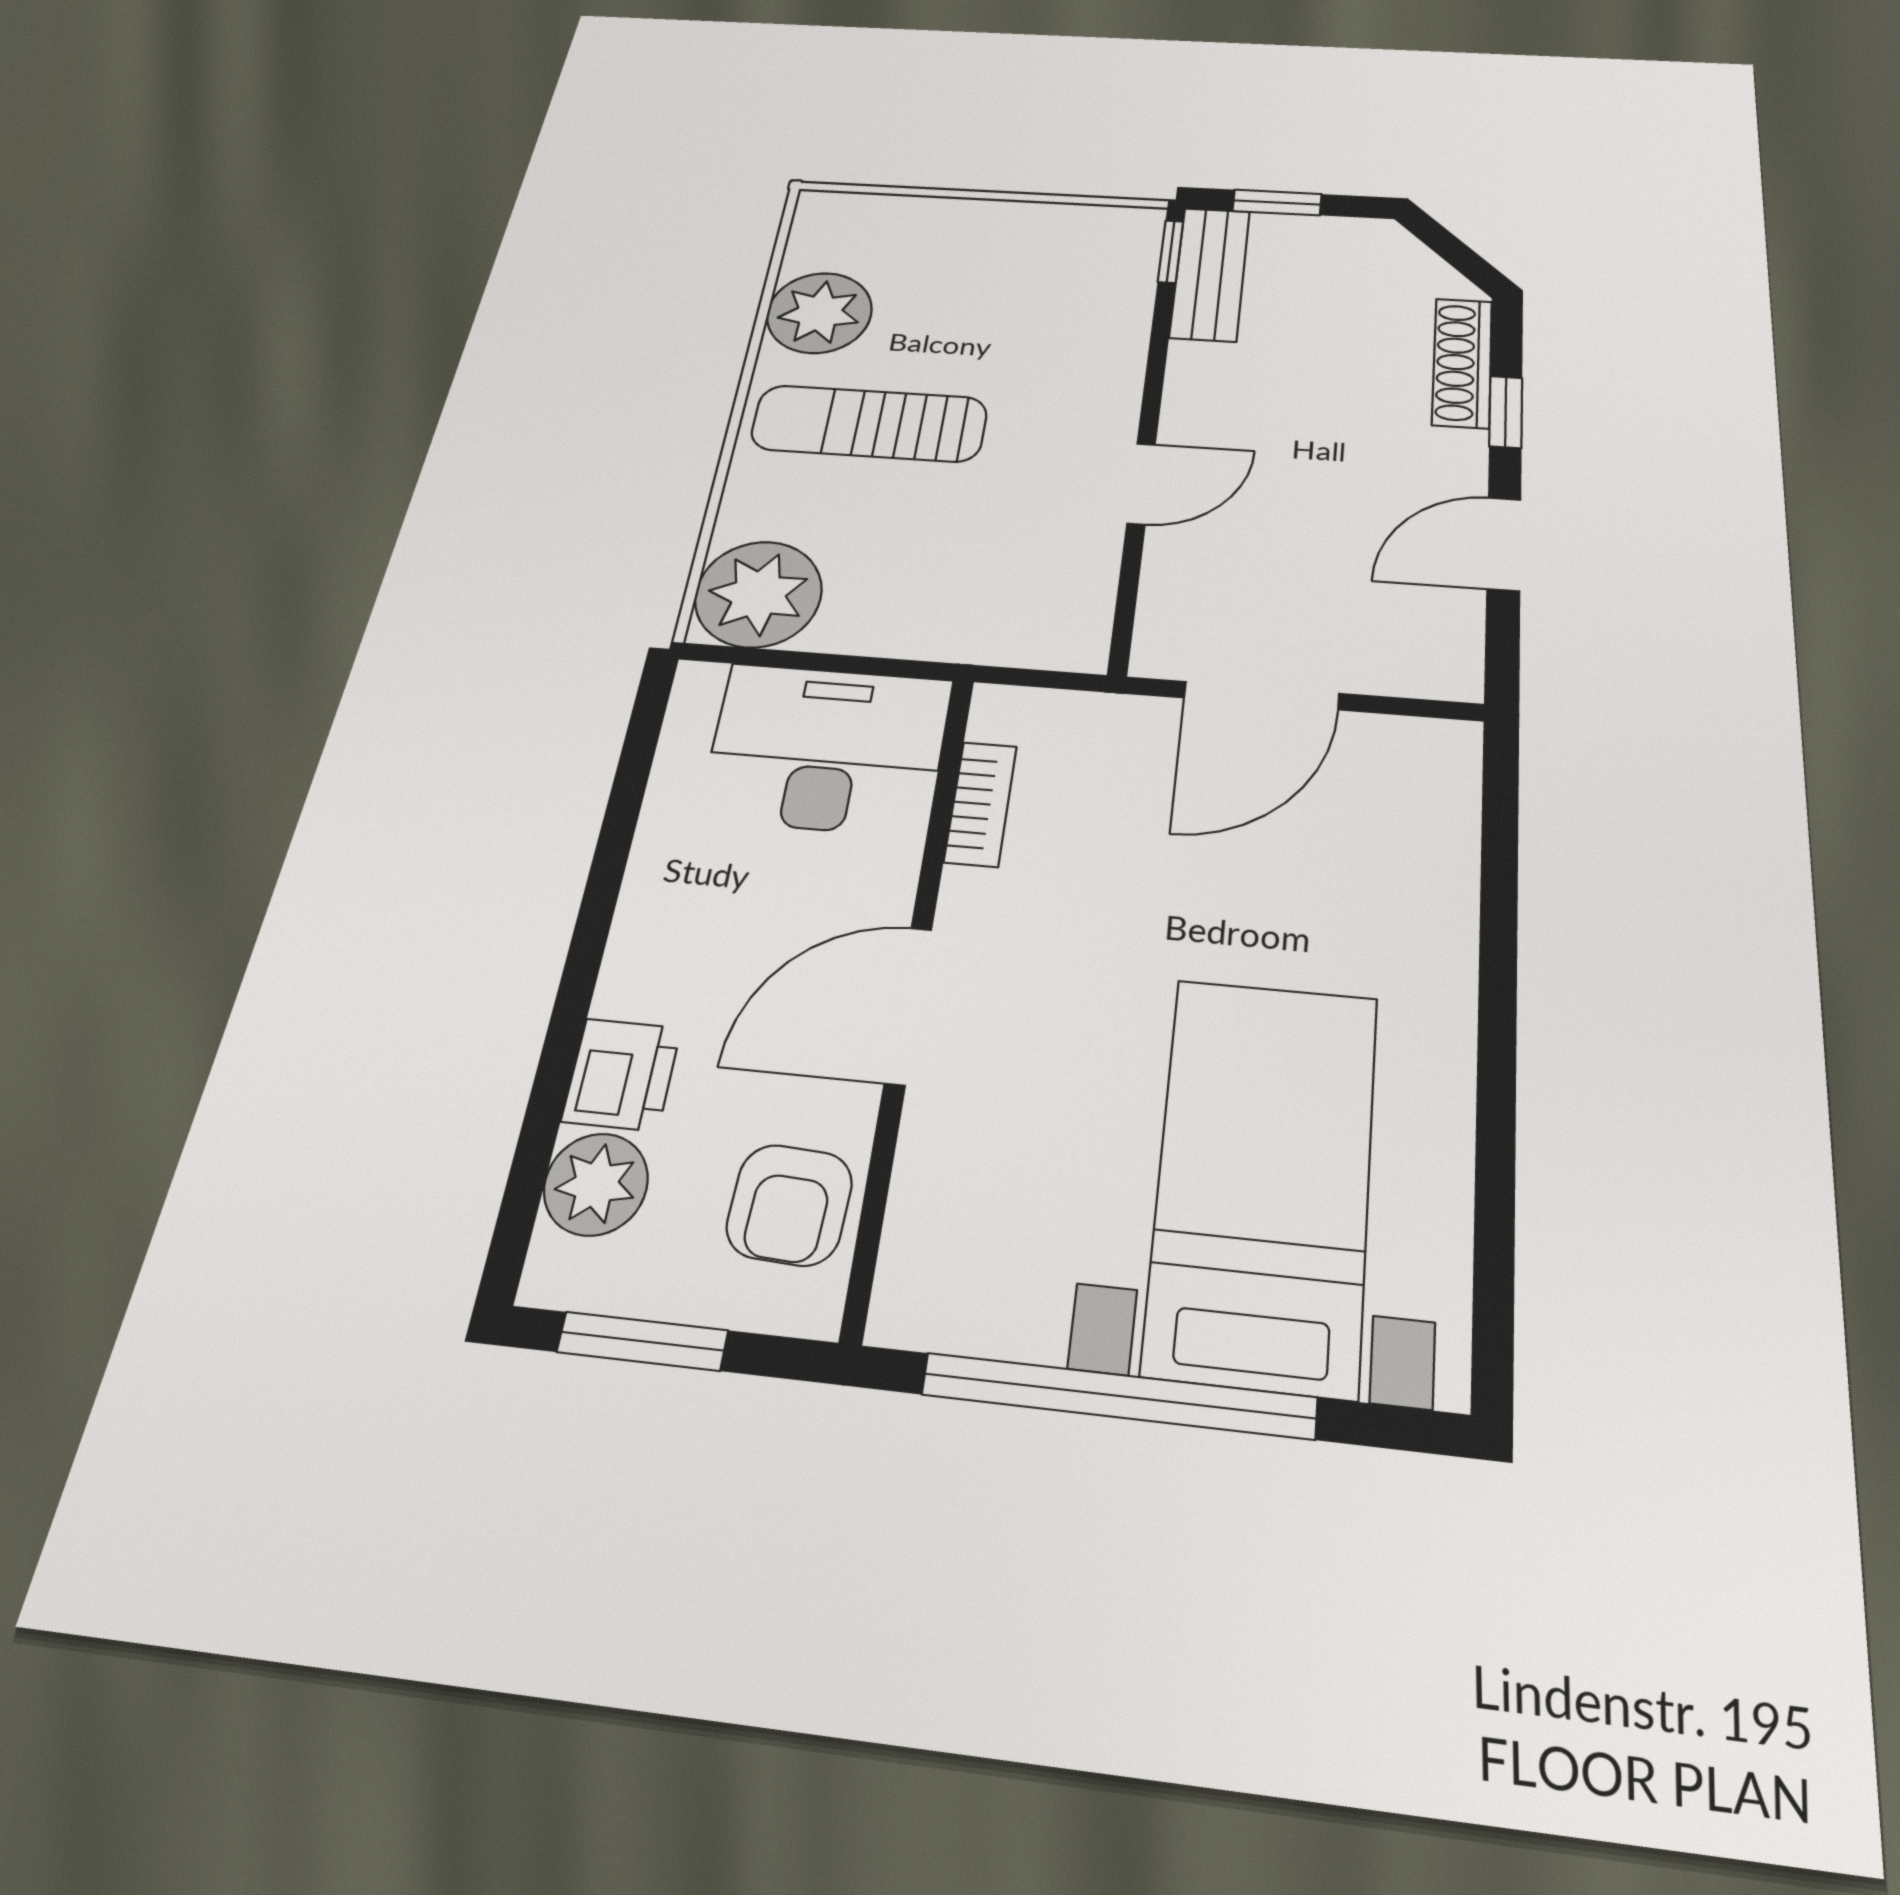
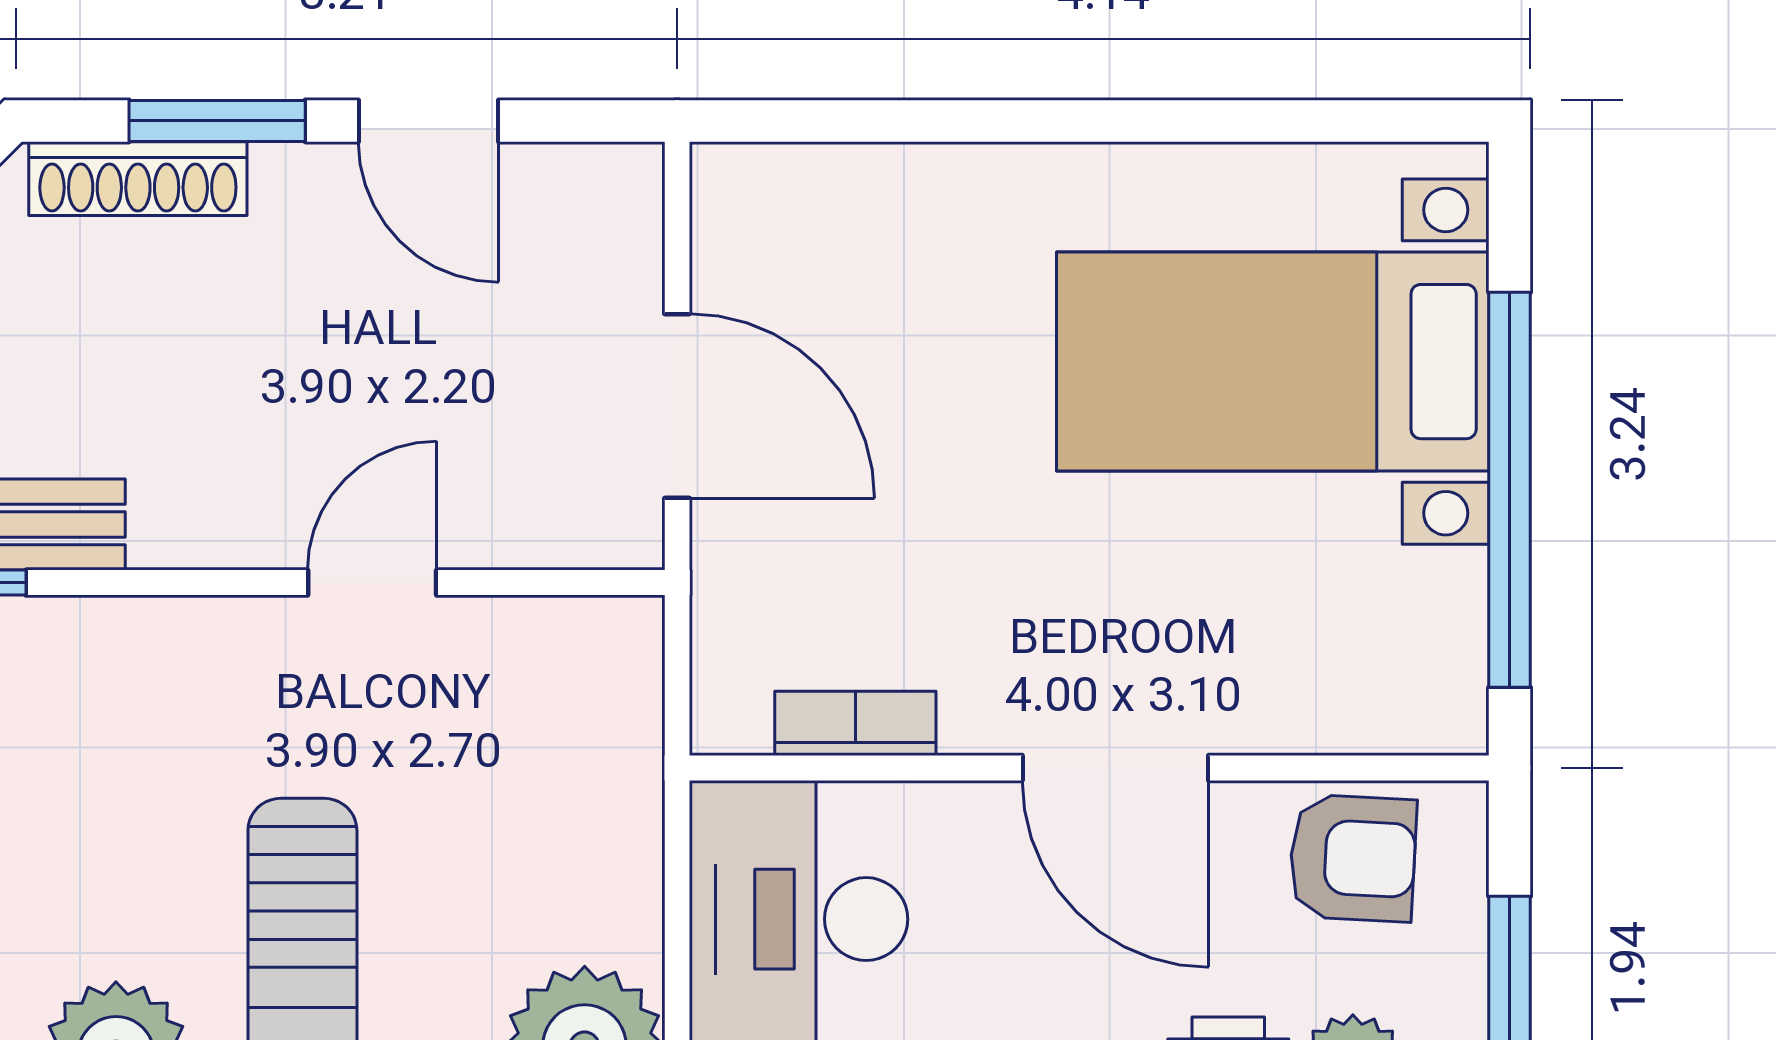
window: (1506, 412) -> (217, 121), width x1.50
door: (1141, 484) -> (372, 583), hinge flipped

